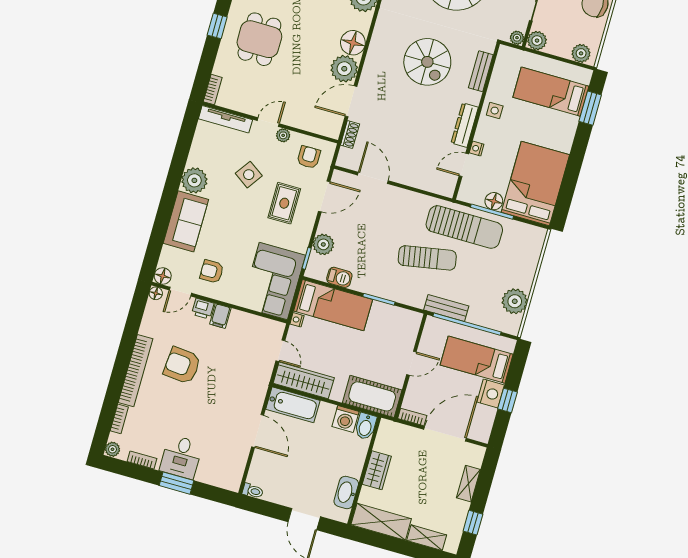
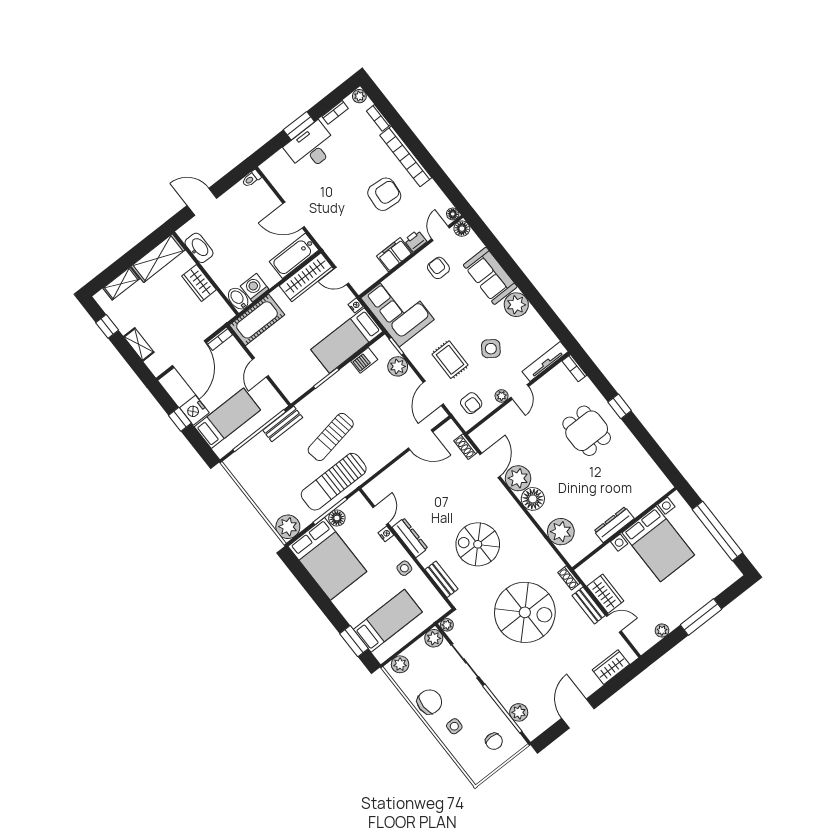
armchair: (212, 271) -> (438, 268), turned -90
plant: (515, 301) -> (288, 527), moved
filing cabinet: (220, 316) -> (394, 255), width x2.00
desk: (181, 457) -> (311, 147), width x1.37

